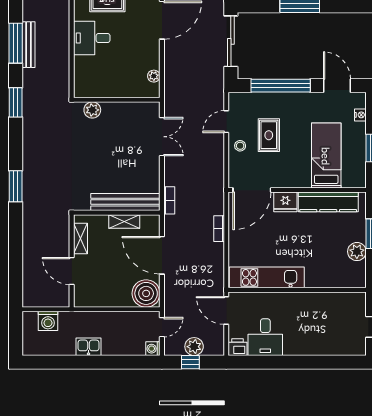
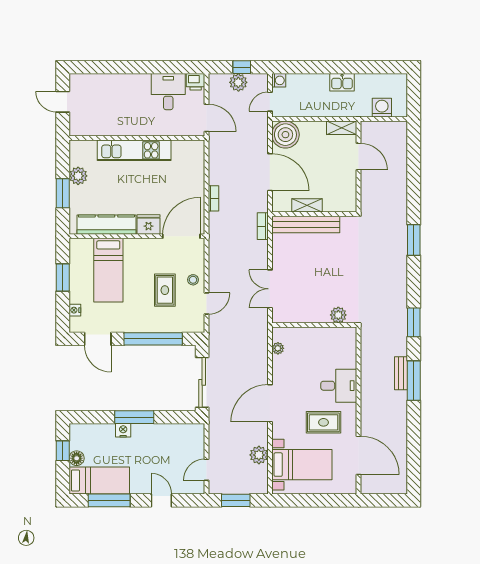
bench: (28, 45) -> (401, 373), width x0.73
shelving: (80, 239) -> (342, 128), moved, turned 90
kitchen unit: (267, 277) -> (134, 150), moved

